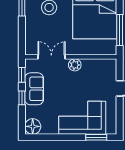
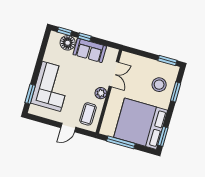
coffee table: (100, 72) -> (88, 114), added
window: (22, 75) -> (65, 31), moved
floor lamp: (33, 126) -> (68, 43), moved

